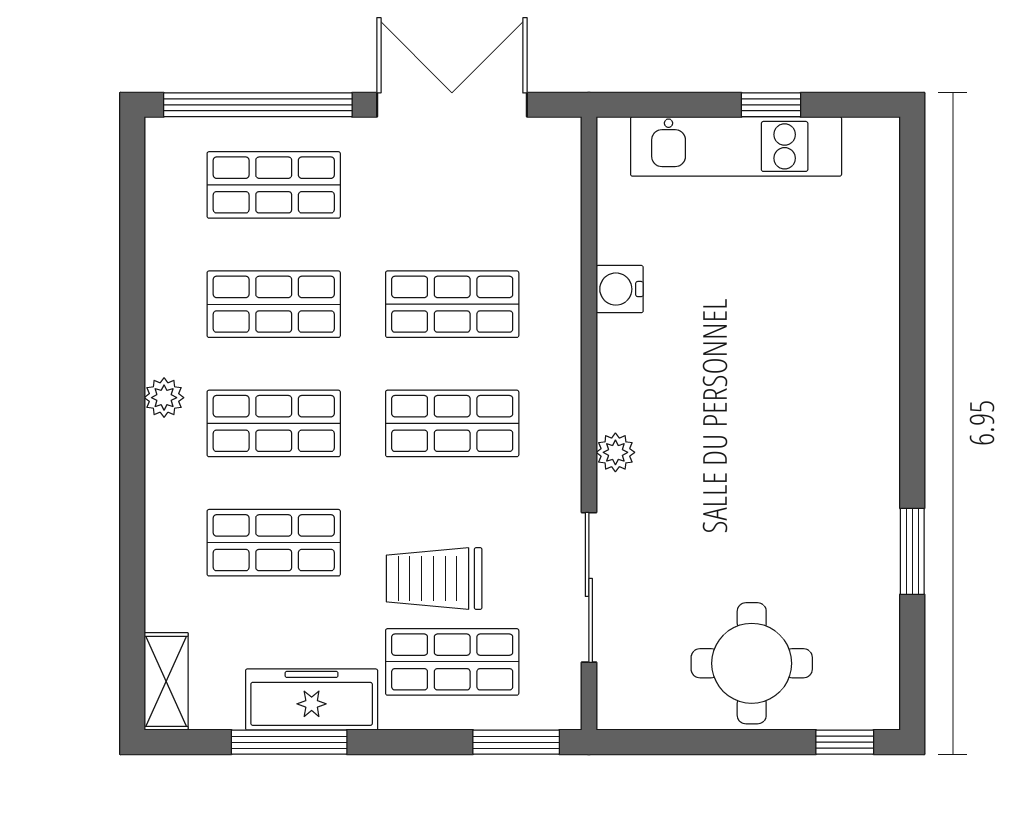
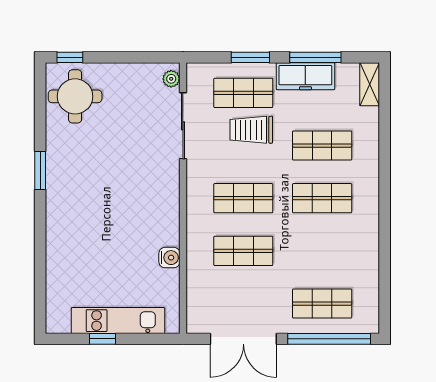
shop shelf: (274, 304) -> (322, 251), removed
plant: (164, 398) -> (371, 210), removed
plant: (615, 452) -> (171, 79), moved
window: (912, 551) -> (40, 171), moved
trolley: (434, 579) -> (251, 130), turned 180
round table: (752, 663) -> (75, 96), moved
window: (516, 742) -> (250, 57), moved

